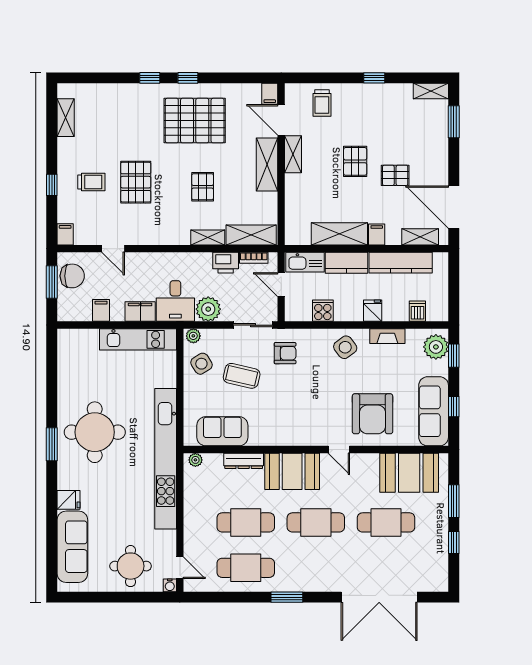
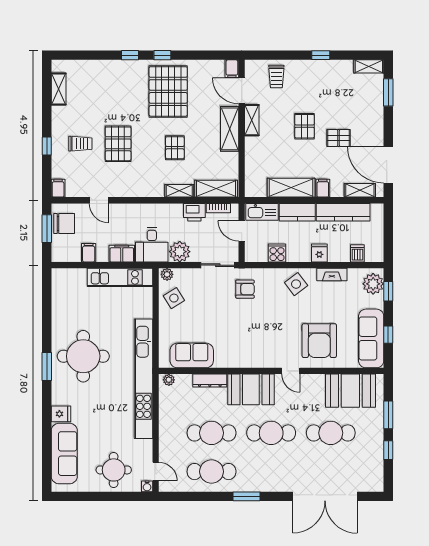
pallet: (195, 121) -> (168, 91), turned 90
coffee table: (242, 376) -> (208, 308), removed

